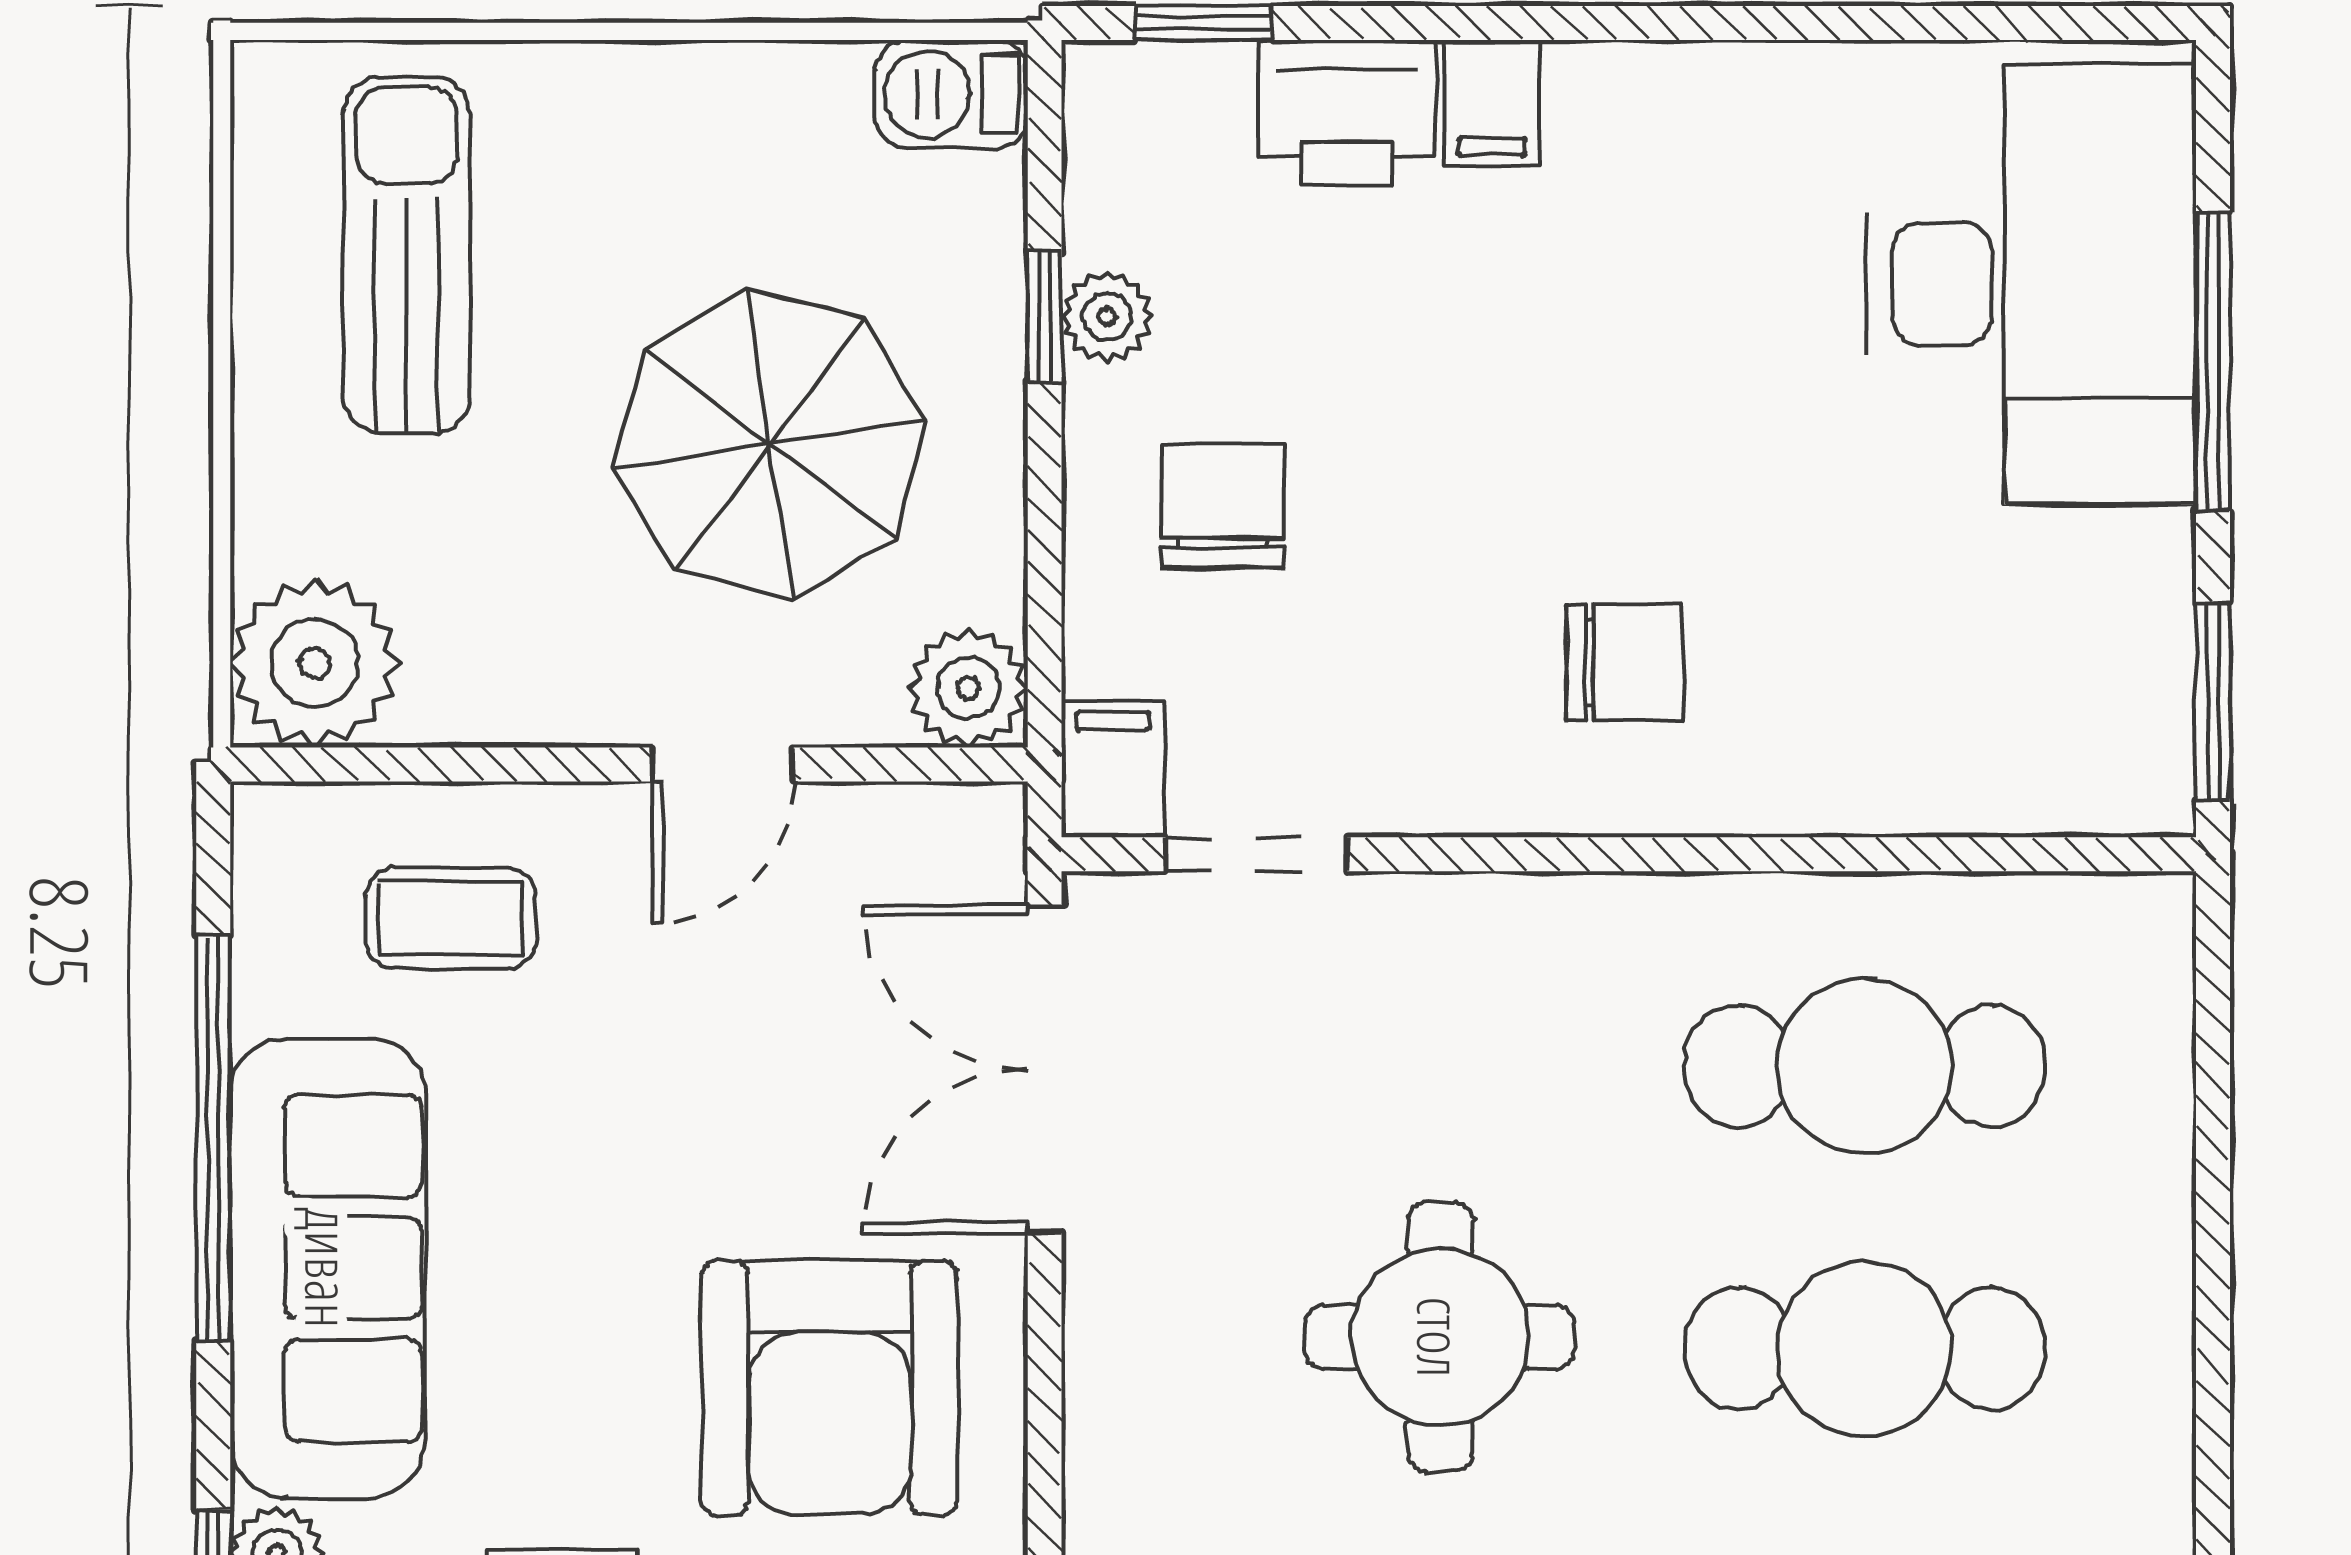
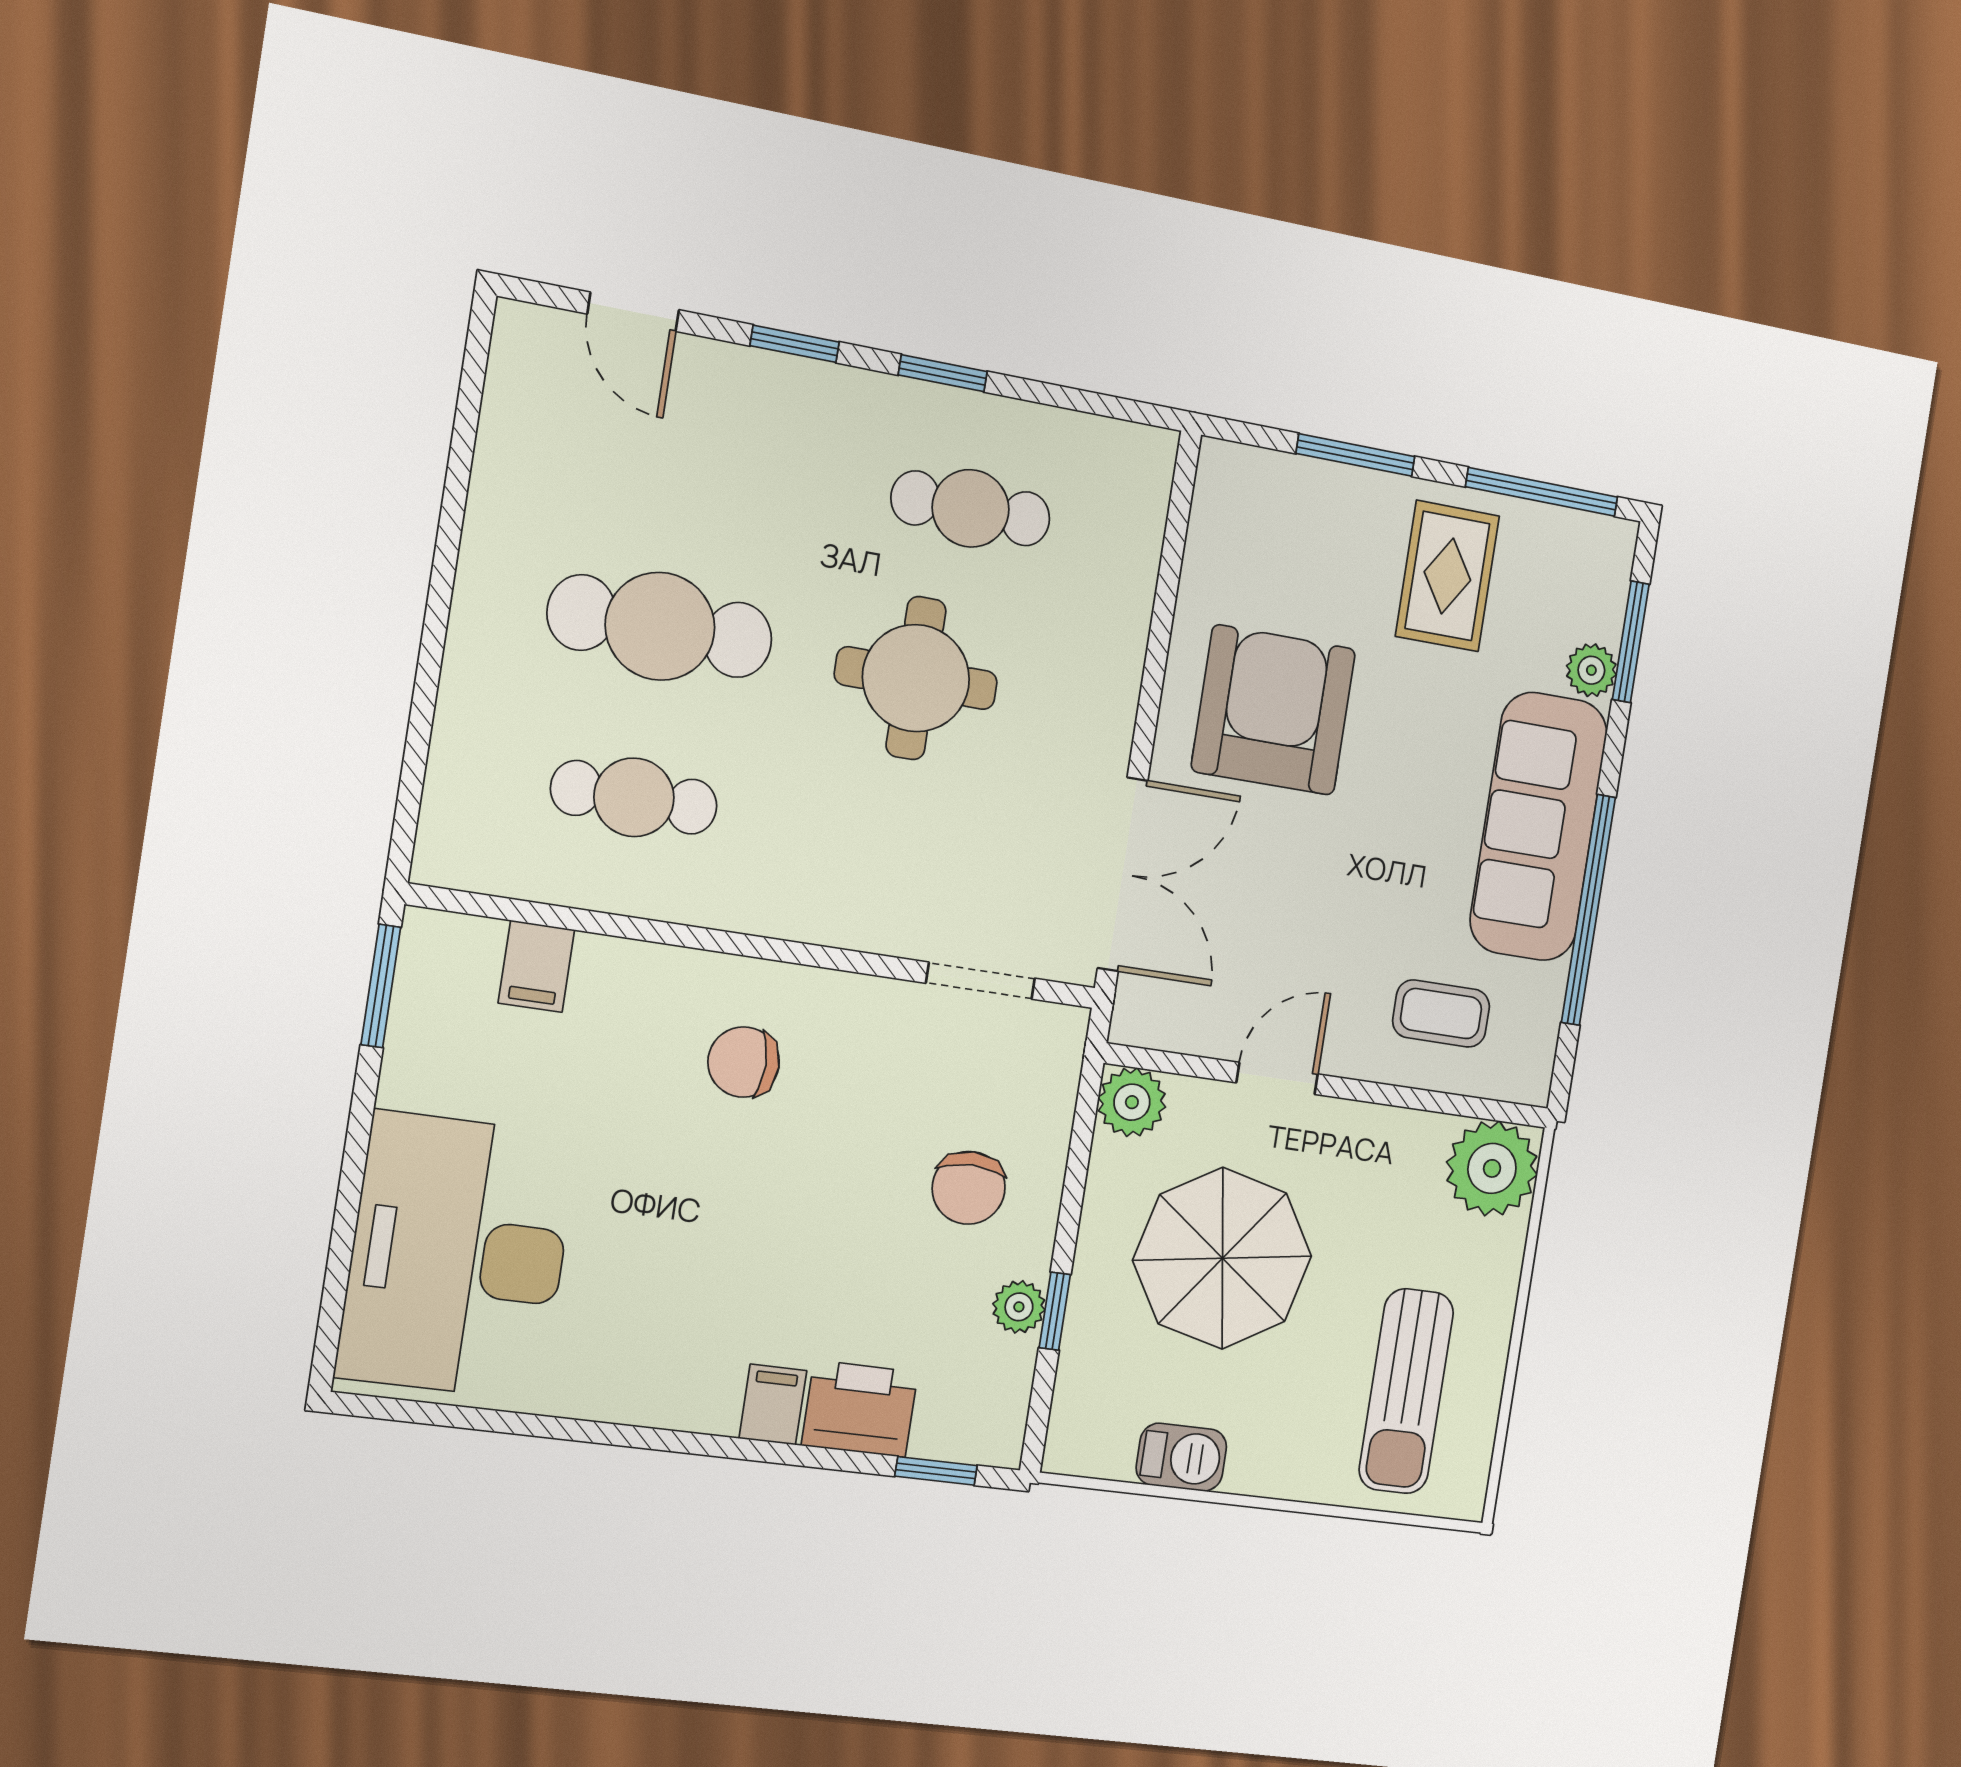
barbecue: (951, 94) -> (1181, 1457), moved
window: (2213, 361) -> (349, 1194), removed
filing cabinet: (1113, 769) -> (536, 966), moved
cafe table: (1864, 1066) -> (634, 797), width x0.73, depth x0.74

